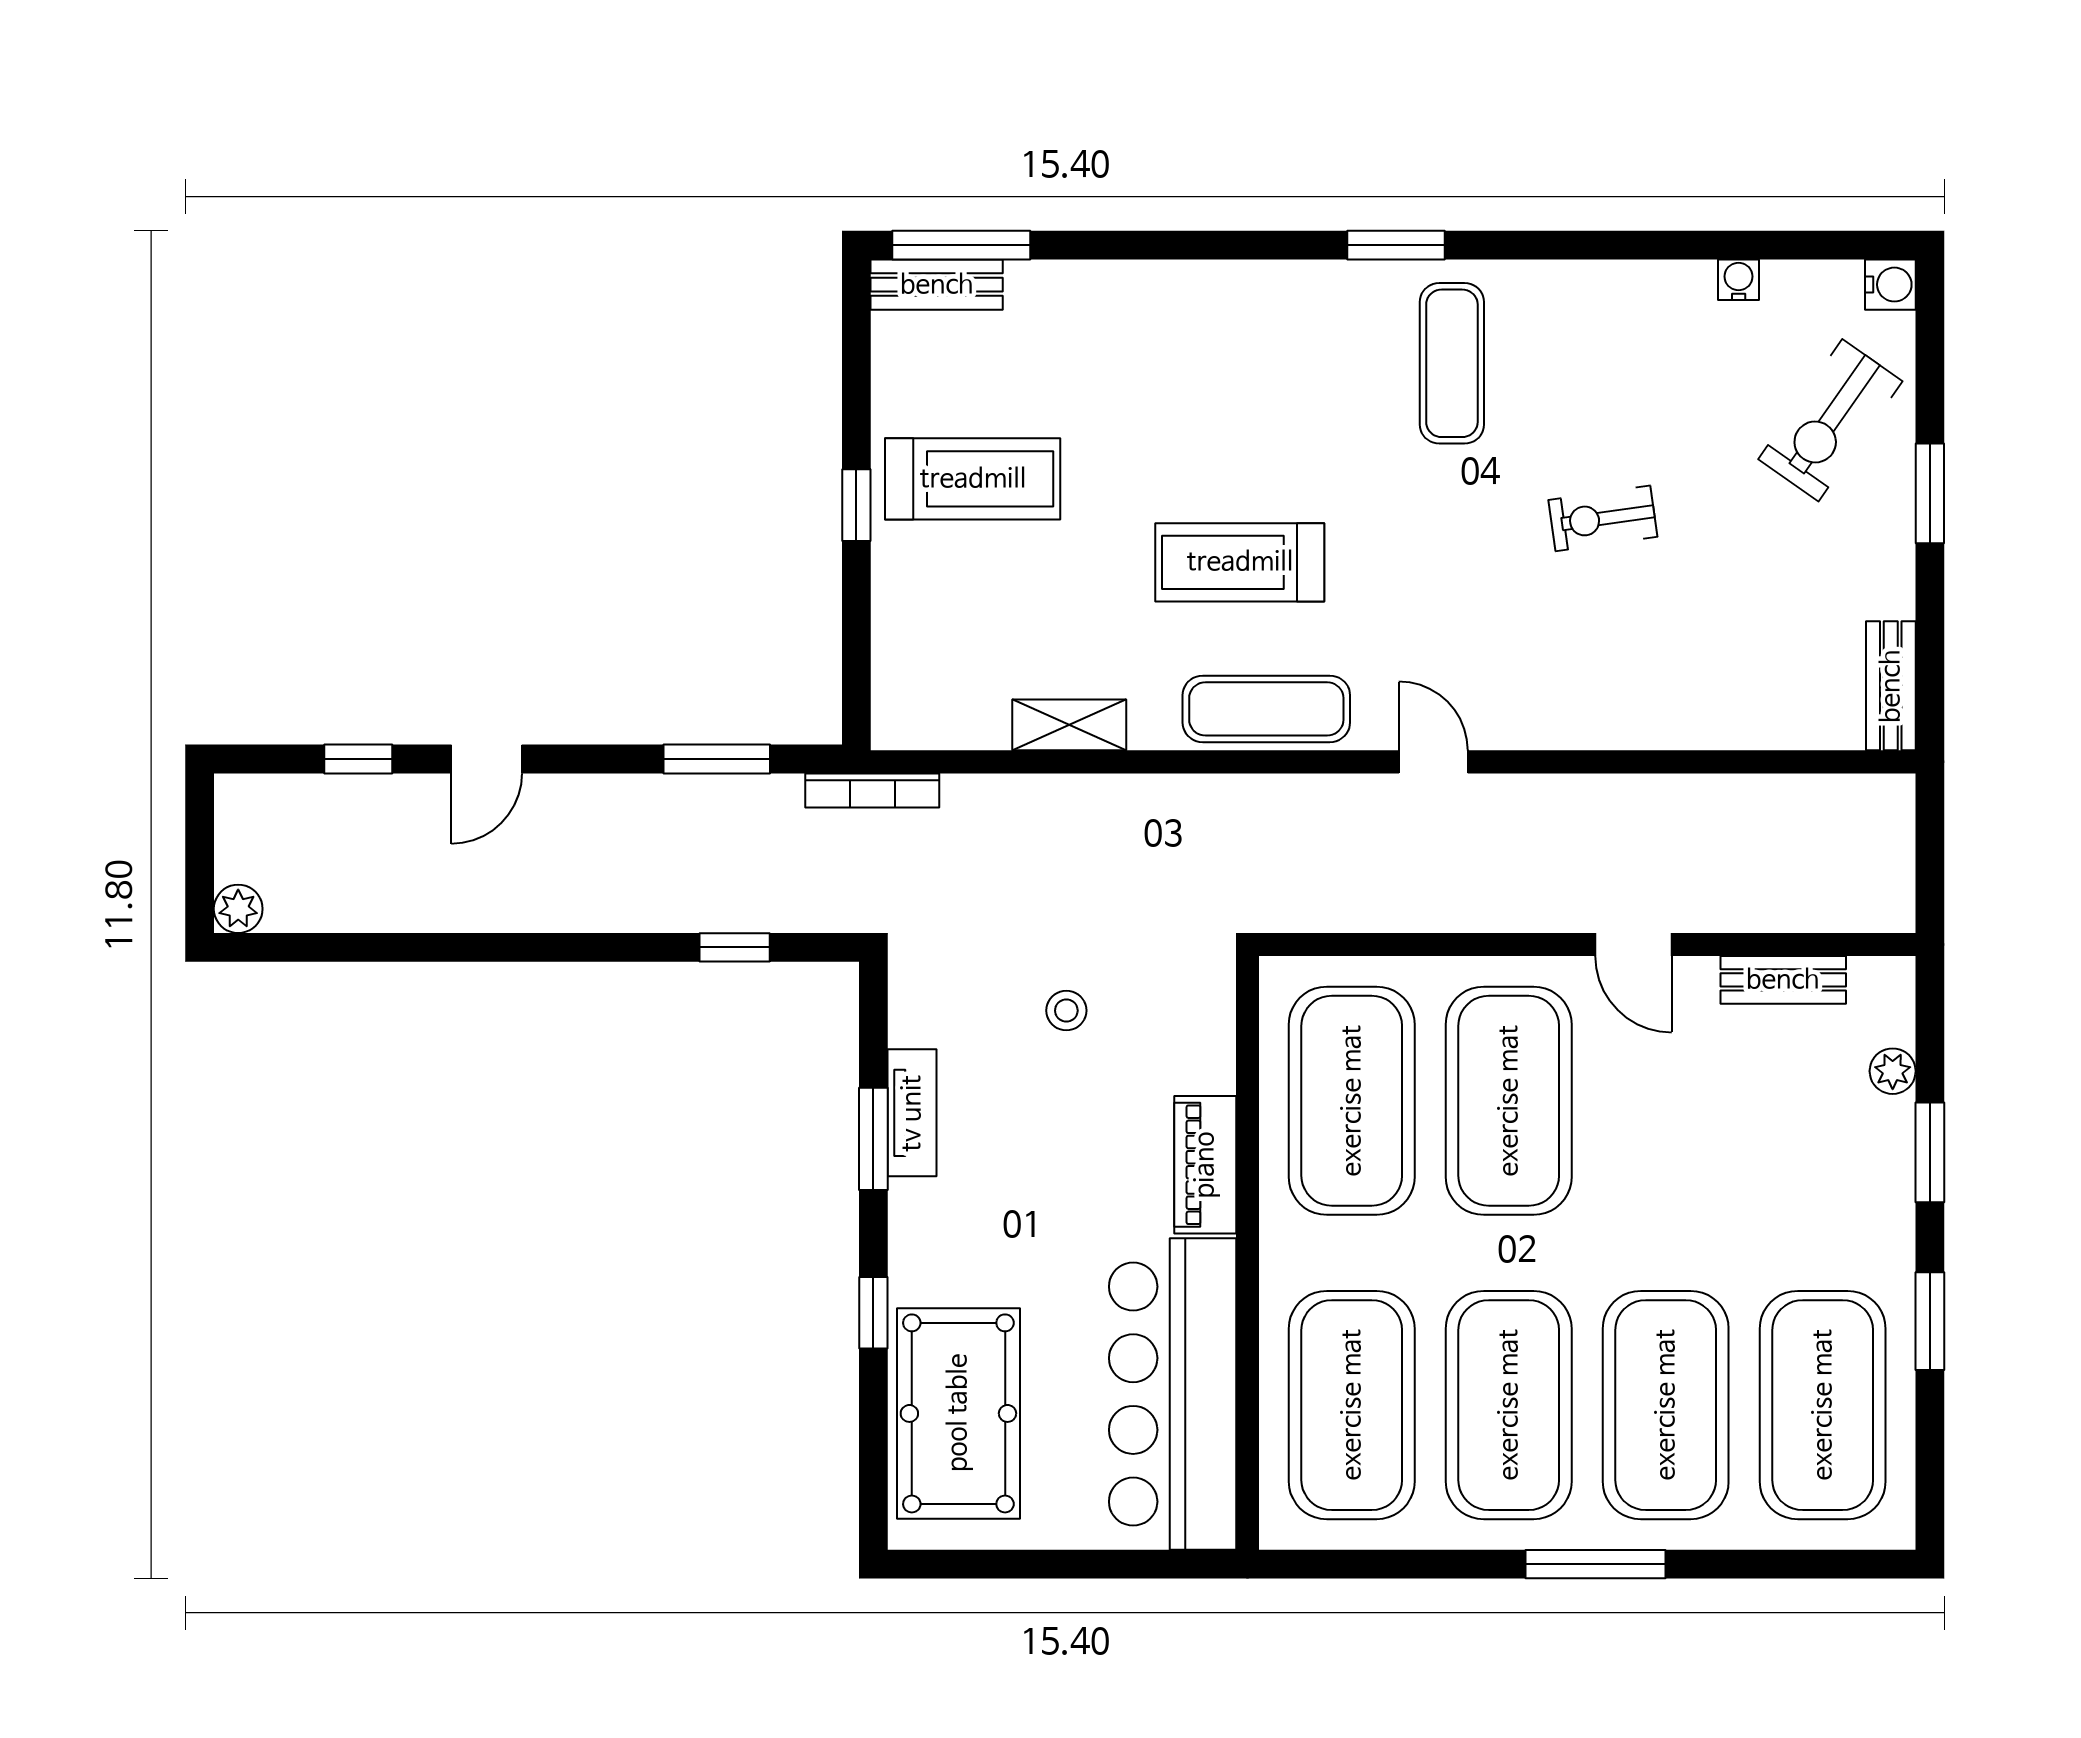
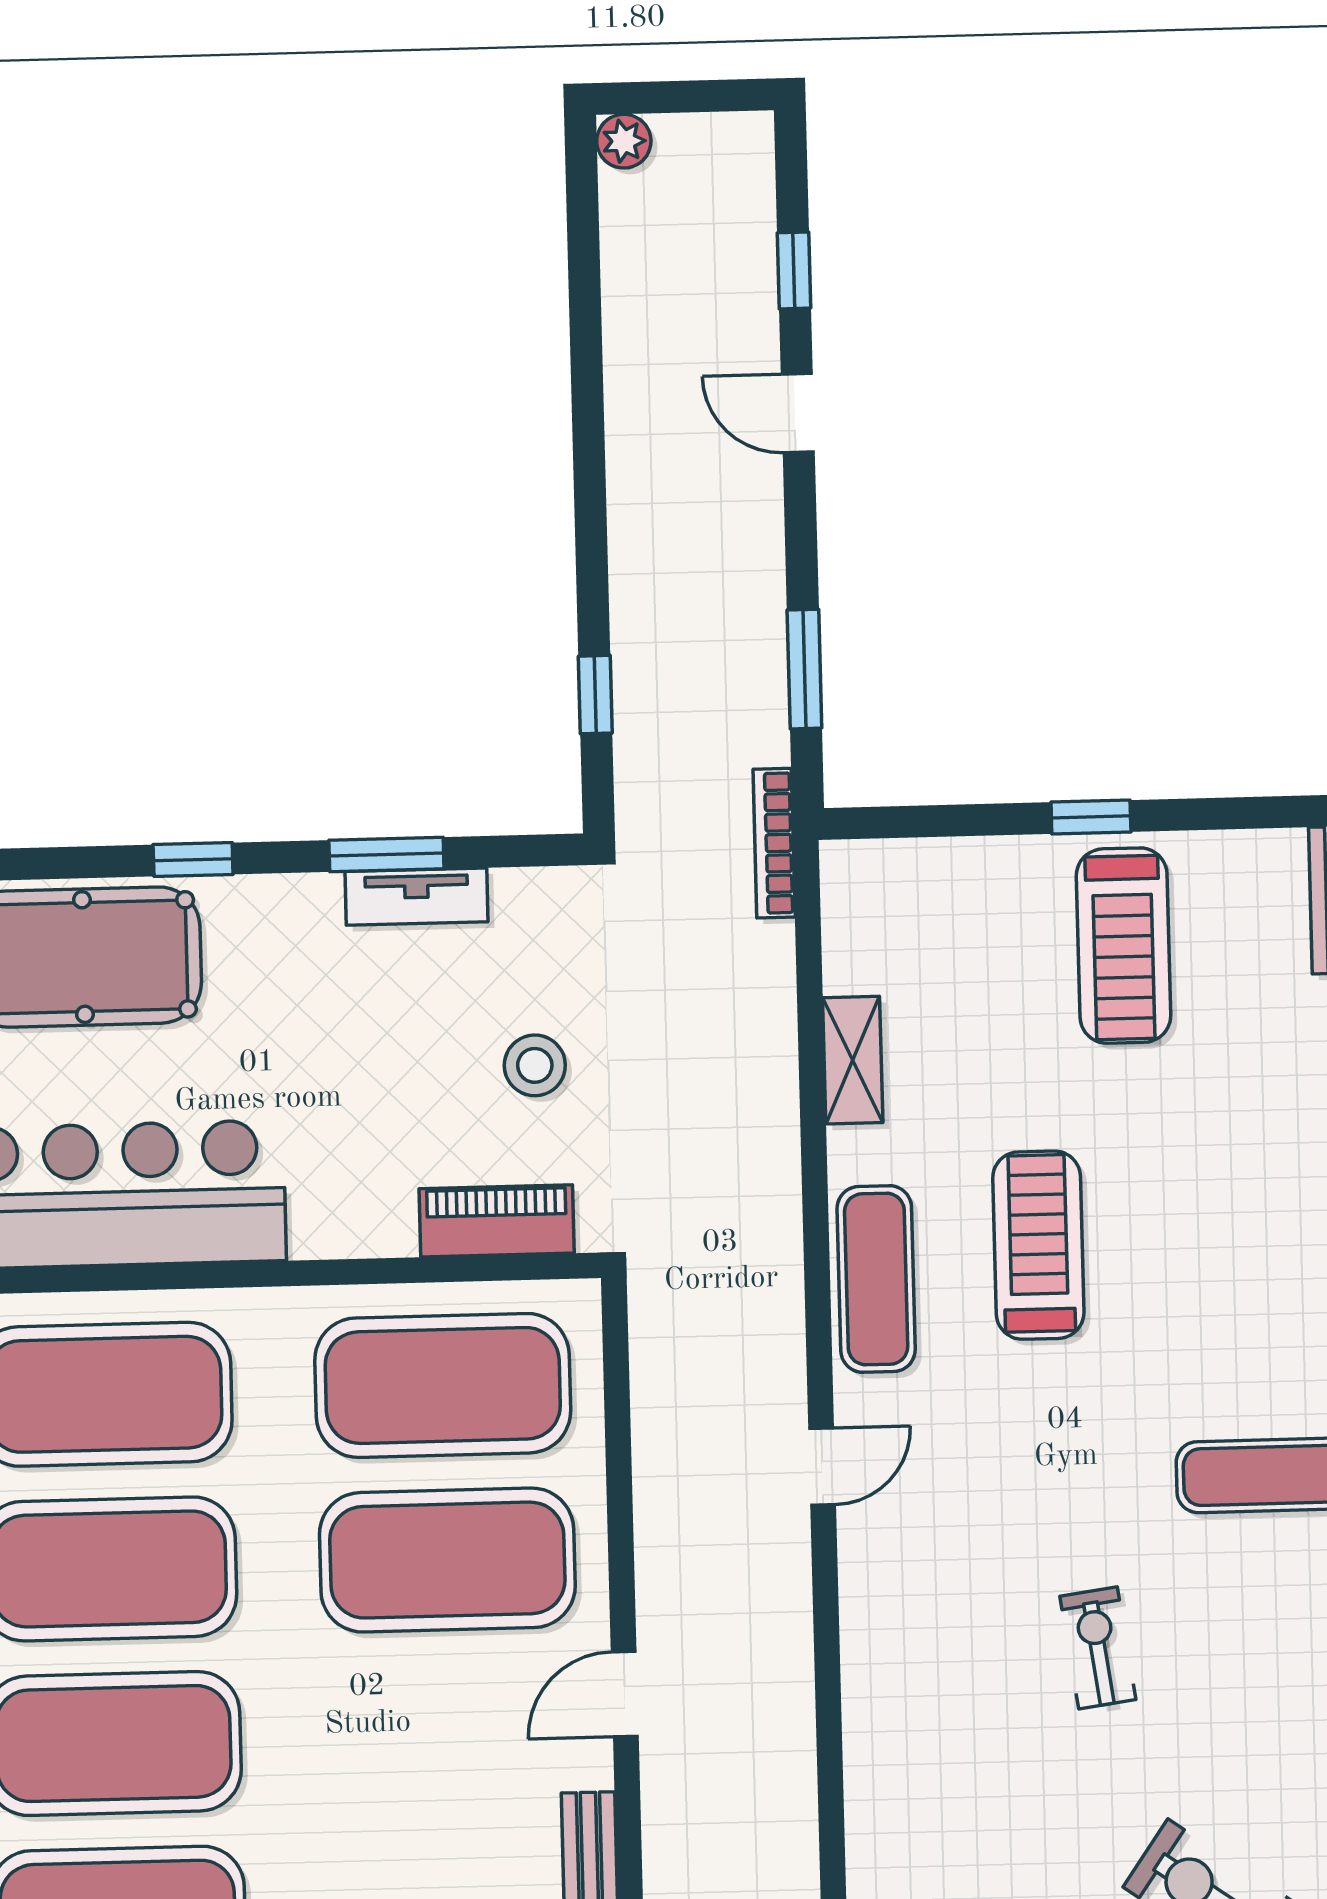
stool: (1066, 1011) -> (535, 1065), width x1.37, depth x1.37
piano: (1205, 1165) -> (497, 1221), moved

